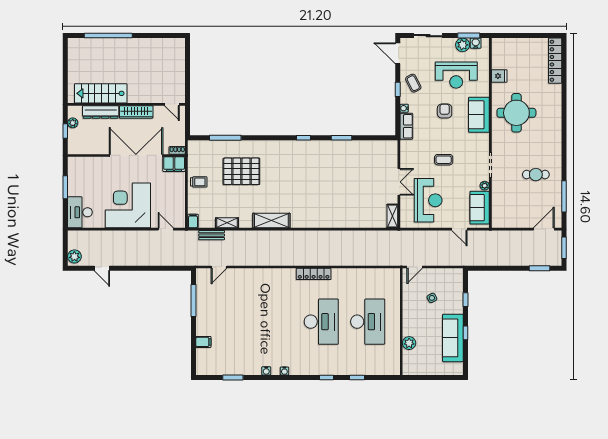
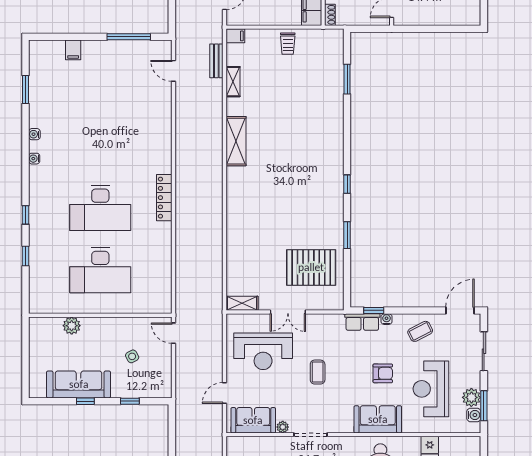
window: (398, 89) -> (374, 310), moved
window: (225, 138) -> (347, 79), width x0.69
pallet: (241, 171) -> (311, 267), moved, turned 90

